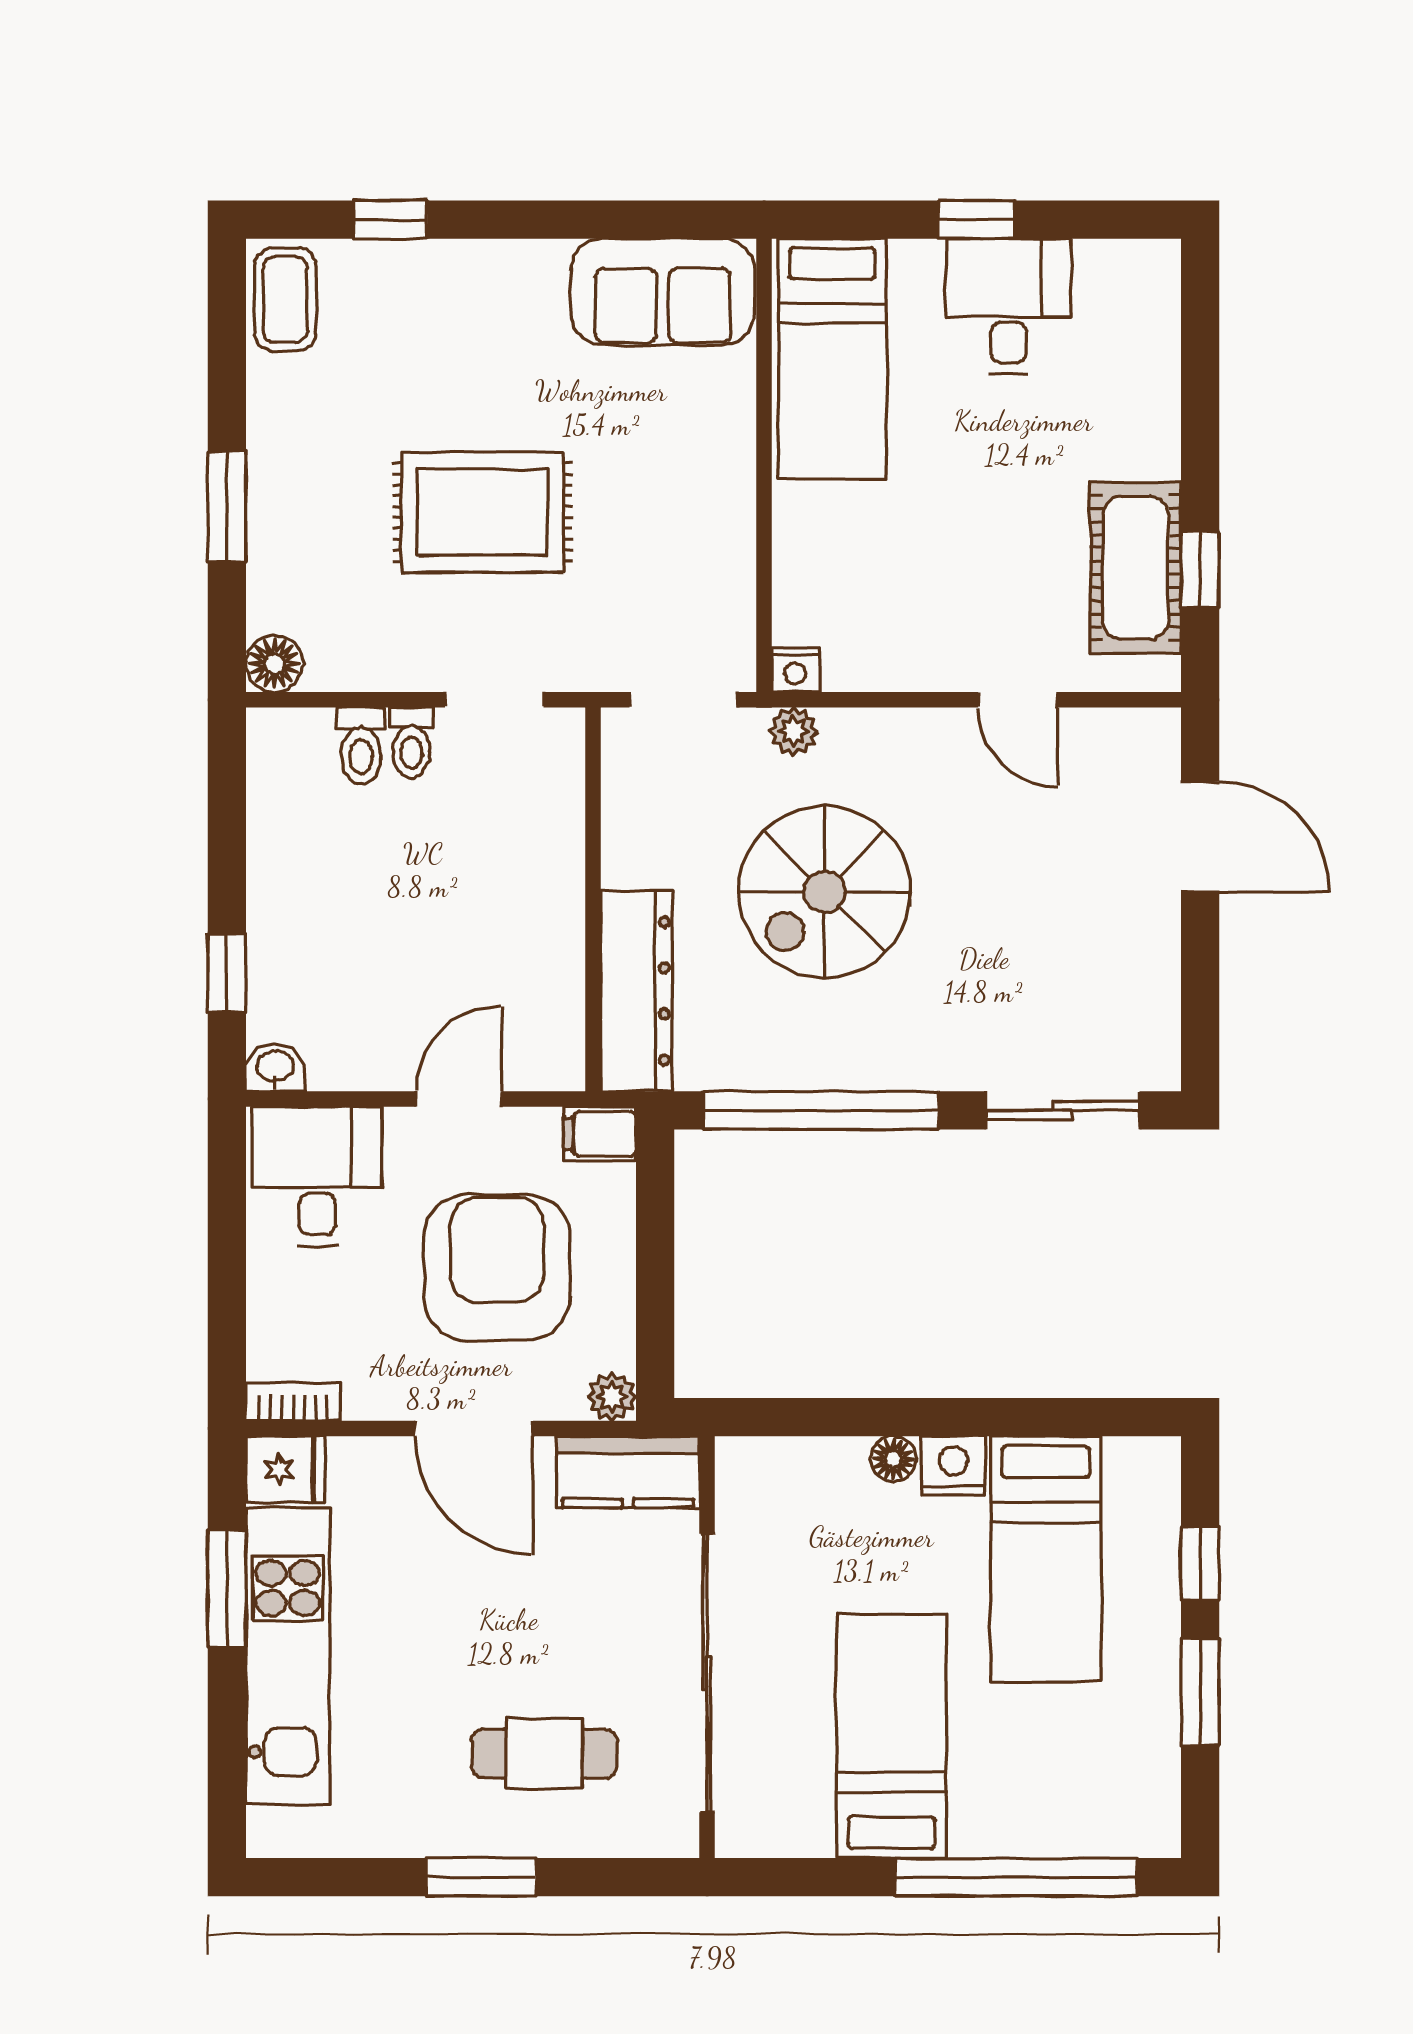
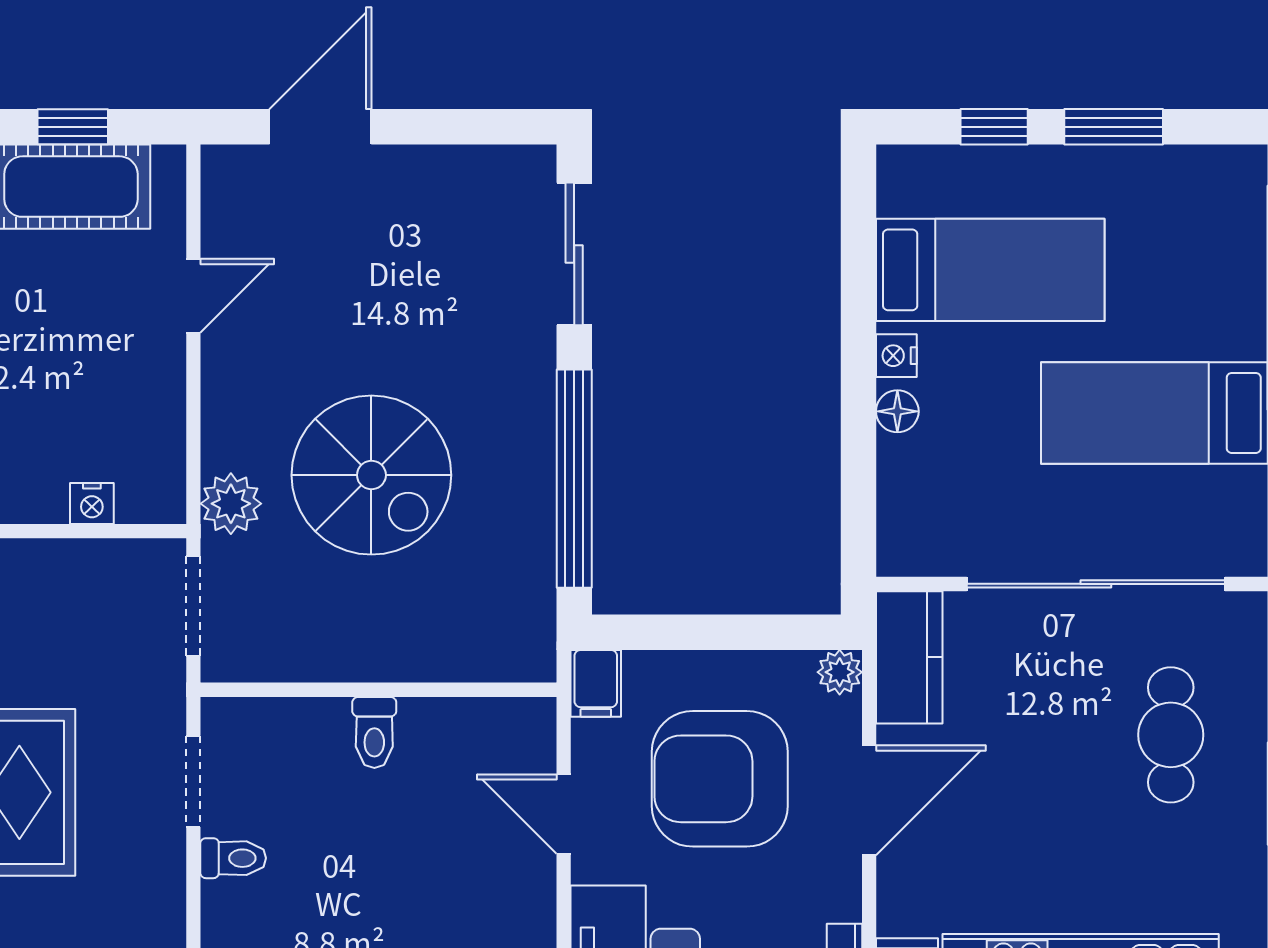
nightstand: (795, 670) -> (92, 503), moved, turned 90
plant: (794, 731) -> (231, 504), width x1.38, depth x1.38
toilet: (361, 746) -> (374, 732), moved, turned 90
dresser: (636, 991) -> (463, 649), removed
nightstand: (953, 1466) -> (896, 356), width x0.72, depth x0.74

